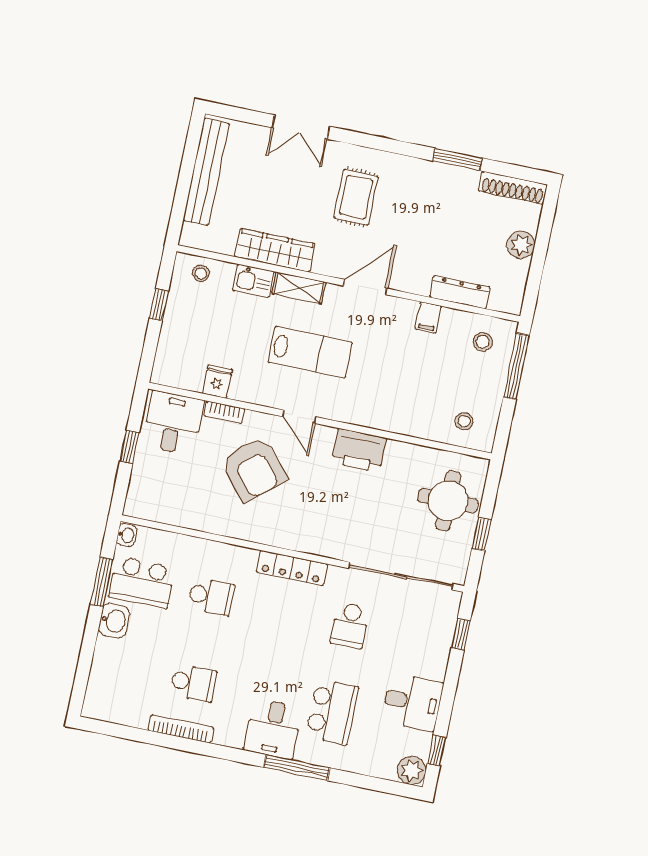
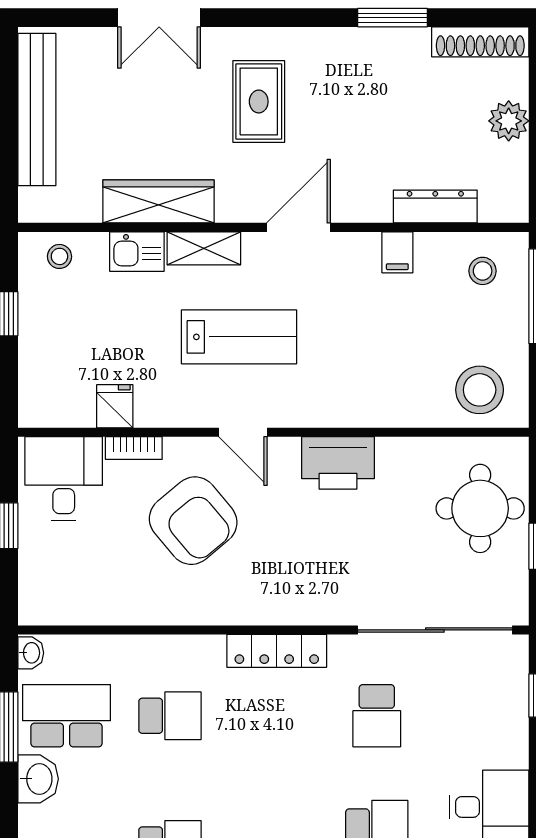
stool: (464, 421) -> (480, 390), width x1.89, depth x1.89
school desk: (142, 582) -> (66, 716), turned 180

